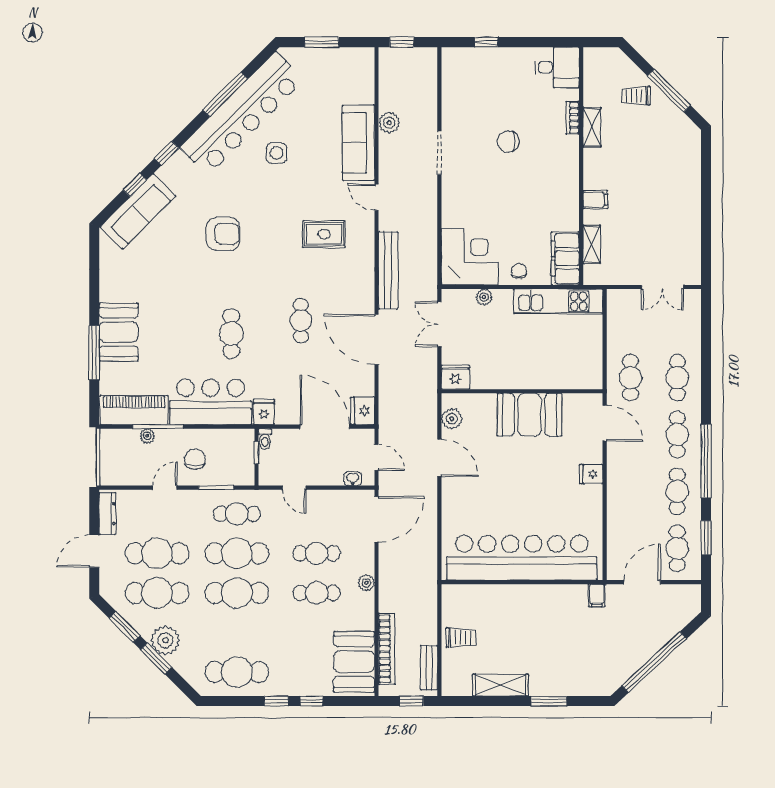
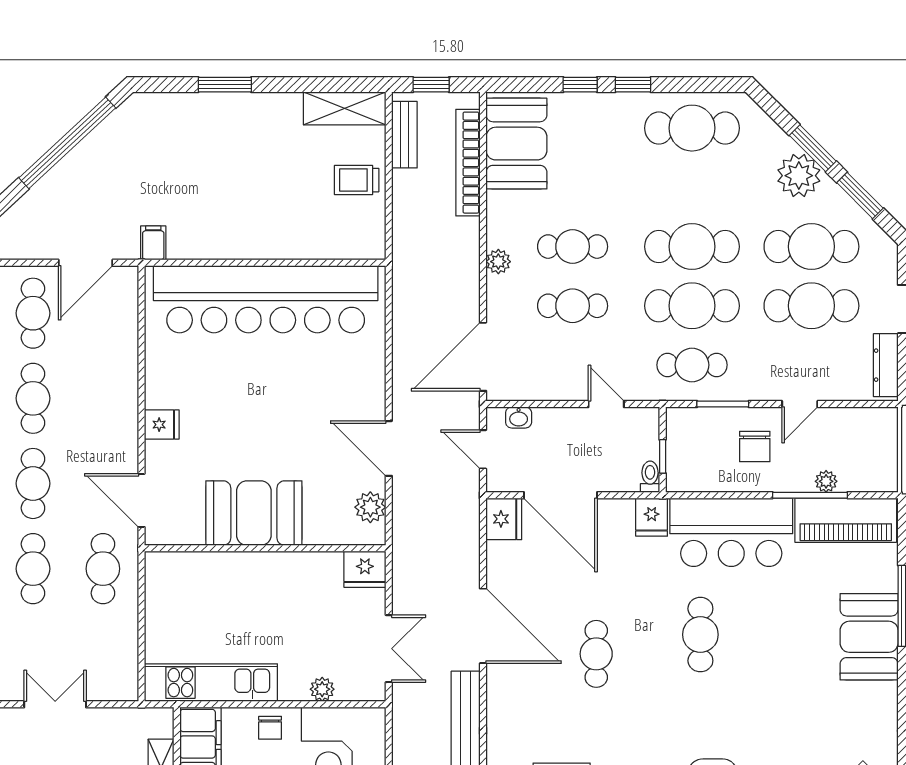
shelving: (500, 685) -> (345, 108), moved

